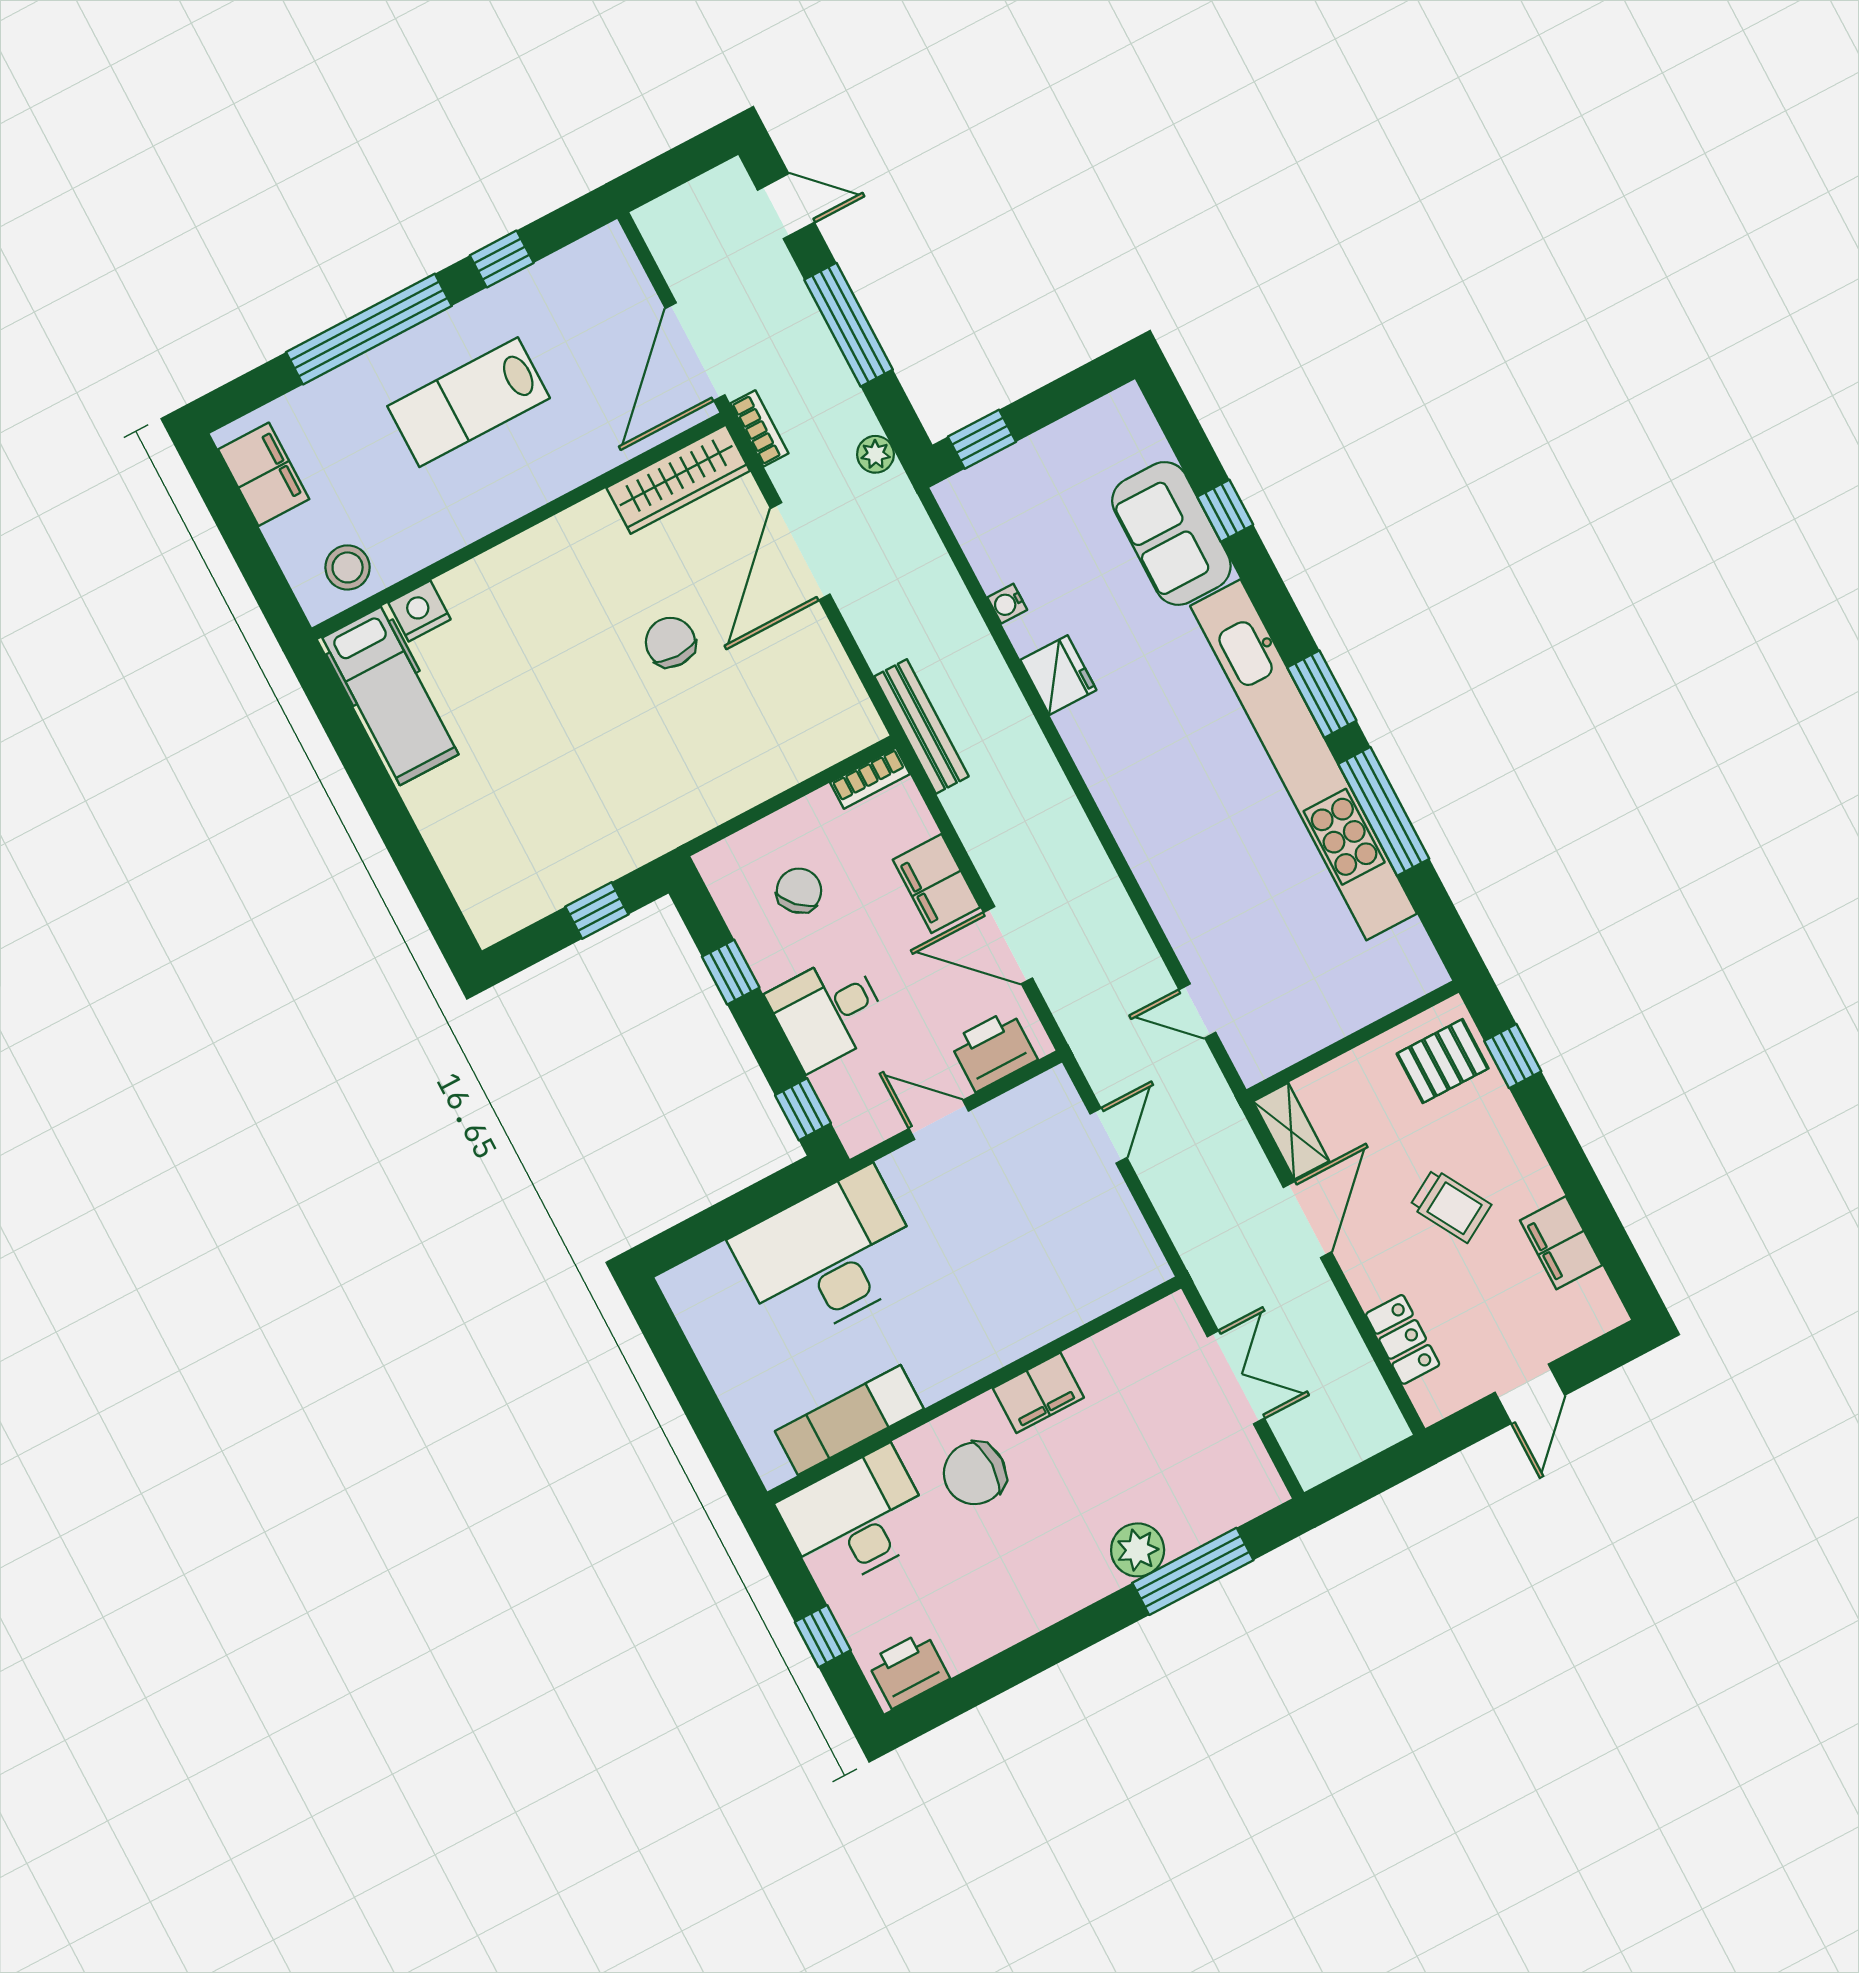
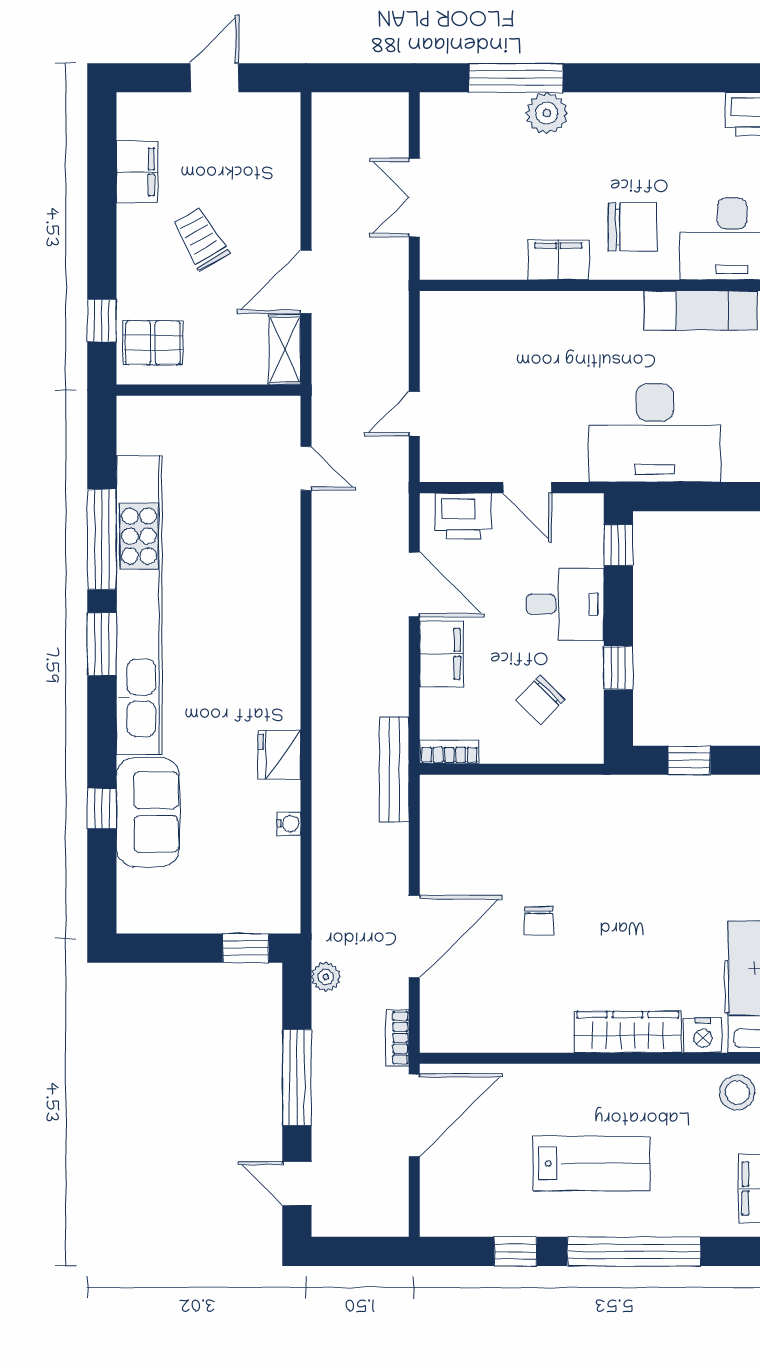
wardrobe: (678, 479) -> (628, 1032), moved
chair: (670, 642) -> (539, 921), width x0.73, depth x0.73
locker: (1403, 1339) -> (284, 163), removed

